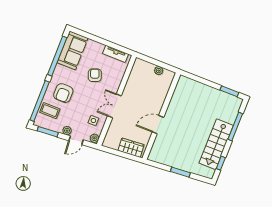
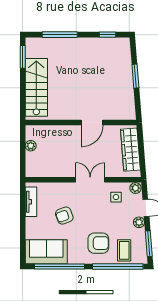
double door: (114, 106) -> (90, 180), swing flipped
door: (158, 125) -> (92, 123), hinge flipped
stairs: (216, 144) -> (36, 87), moved, turned -90
wardrobe: (131, 148) -> (130, 150), width x1.50

